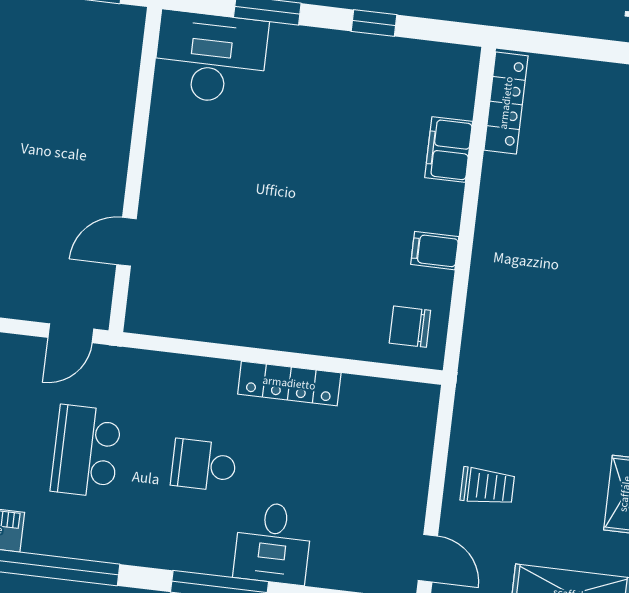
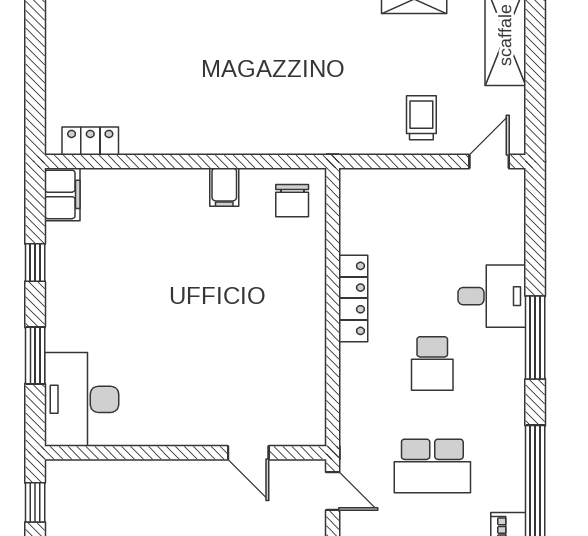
locker: (506, 103) -> (90, 141), width x0.66
filing cabinet: (449, 150) -> (62, 194), moved, turned -90

